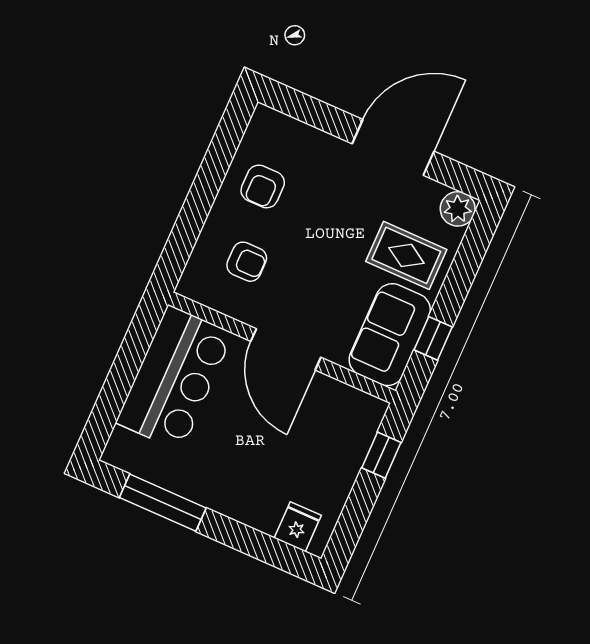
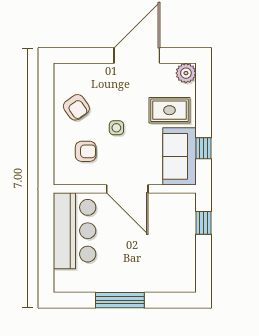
armchair: (263, 186) -> (76, 107), turned -35
side table: (311, 246) -> (116, 128), added
window: (163, 503) -> (120, 300), moved
fridge: (298, 527) -> (176, 281), removed

